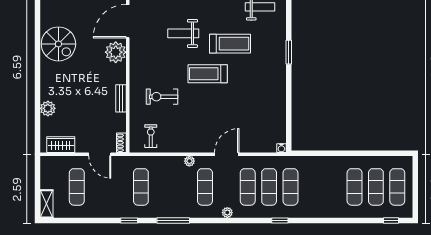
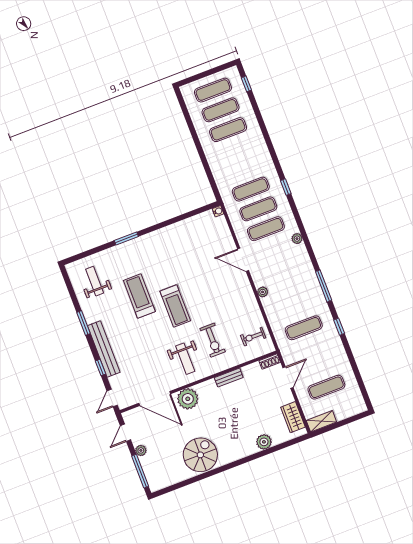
weight bench: (183, 33) -> (185, 359), moved
exercise mat: (205, 187) -> (281, 268), removed
shelving: (47, 204) -> (321, 421), moved

